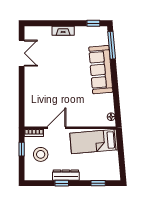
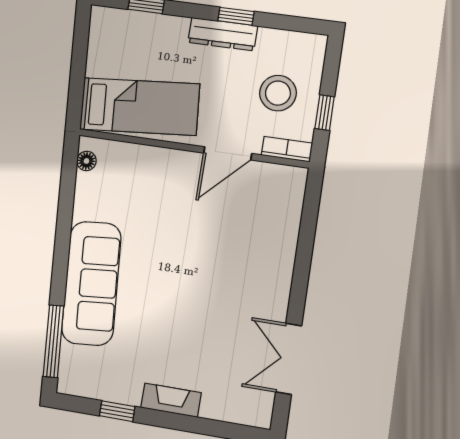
window: (93, 23) -> (117, 411), moved

